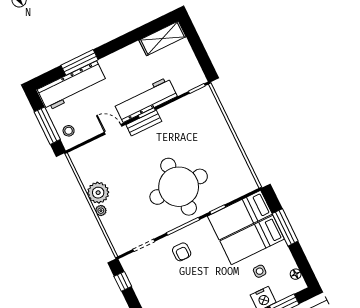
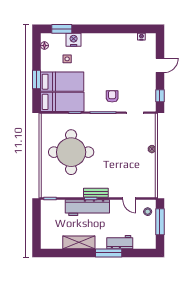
shelving: (162, 38) -> (79, 242), moved
window: (79, 62) -> (109, 253), moved
workbench: (72, 86) -> (120, 242), width x0.53, depth x0.76
door: (113, 129) -> (129, 199), moved
round table: (179, 187) -> (71, 152), moved
plant: (98, 193) -> (148, 162), removed
window: (285, 227) -> (36, 79), width x0.69

